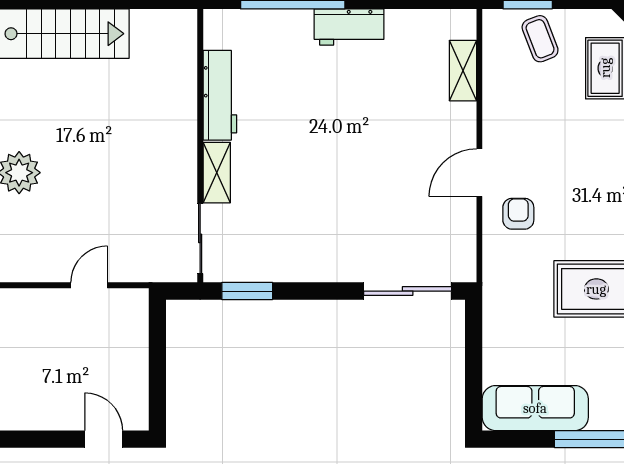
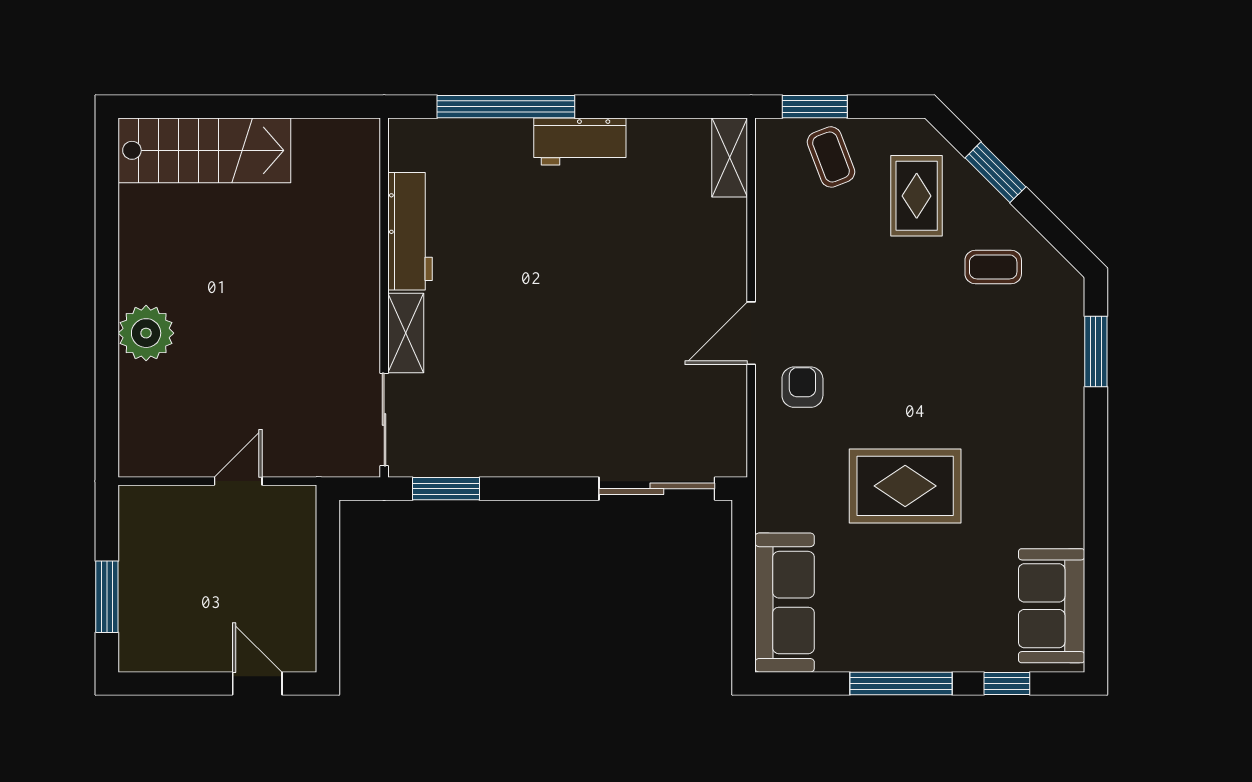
shelving: (463, 71) -> (730, 157), moved
sofa: (535, 408) -> (785, 603), moved, turned 90

